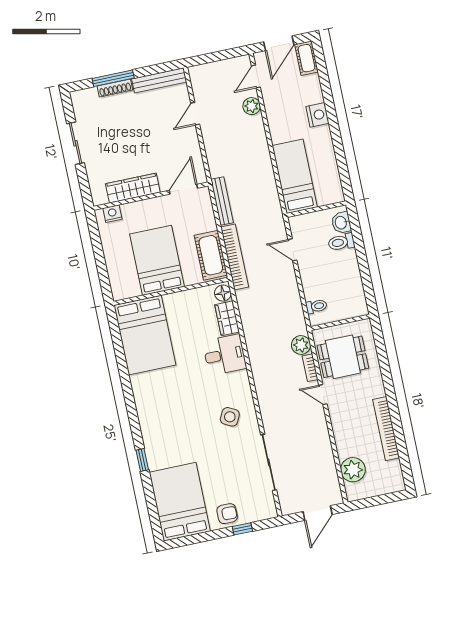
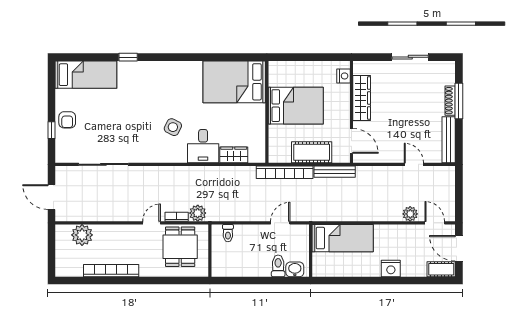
cot: (211, 255) -> (312, 152), moved
floor lamp: (223, 293) -> (256, 156), removed
side table: (230, 417) -> (173, 127), moved
bed: (180, 502) -> (86, 75), width x0.67

